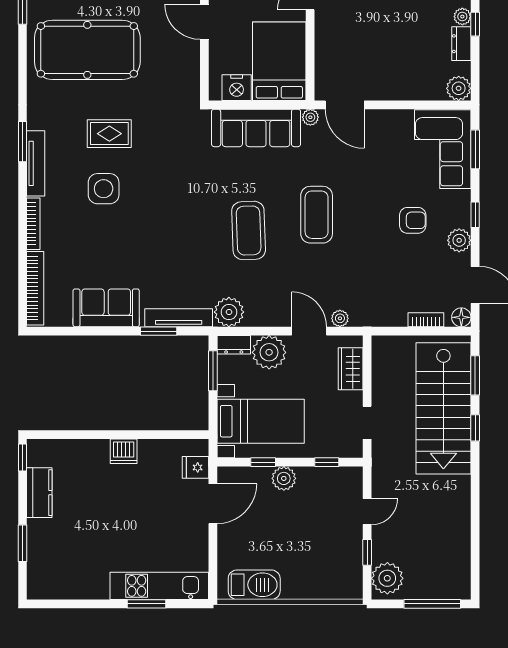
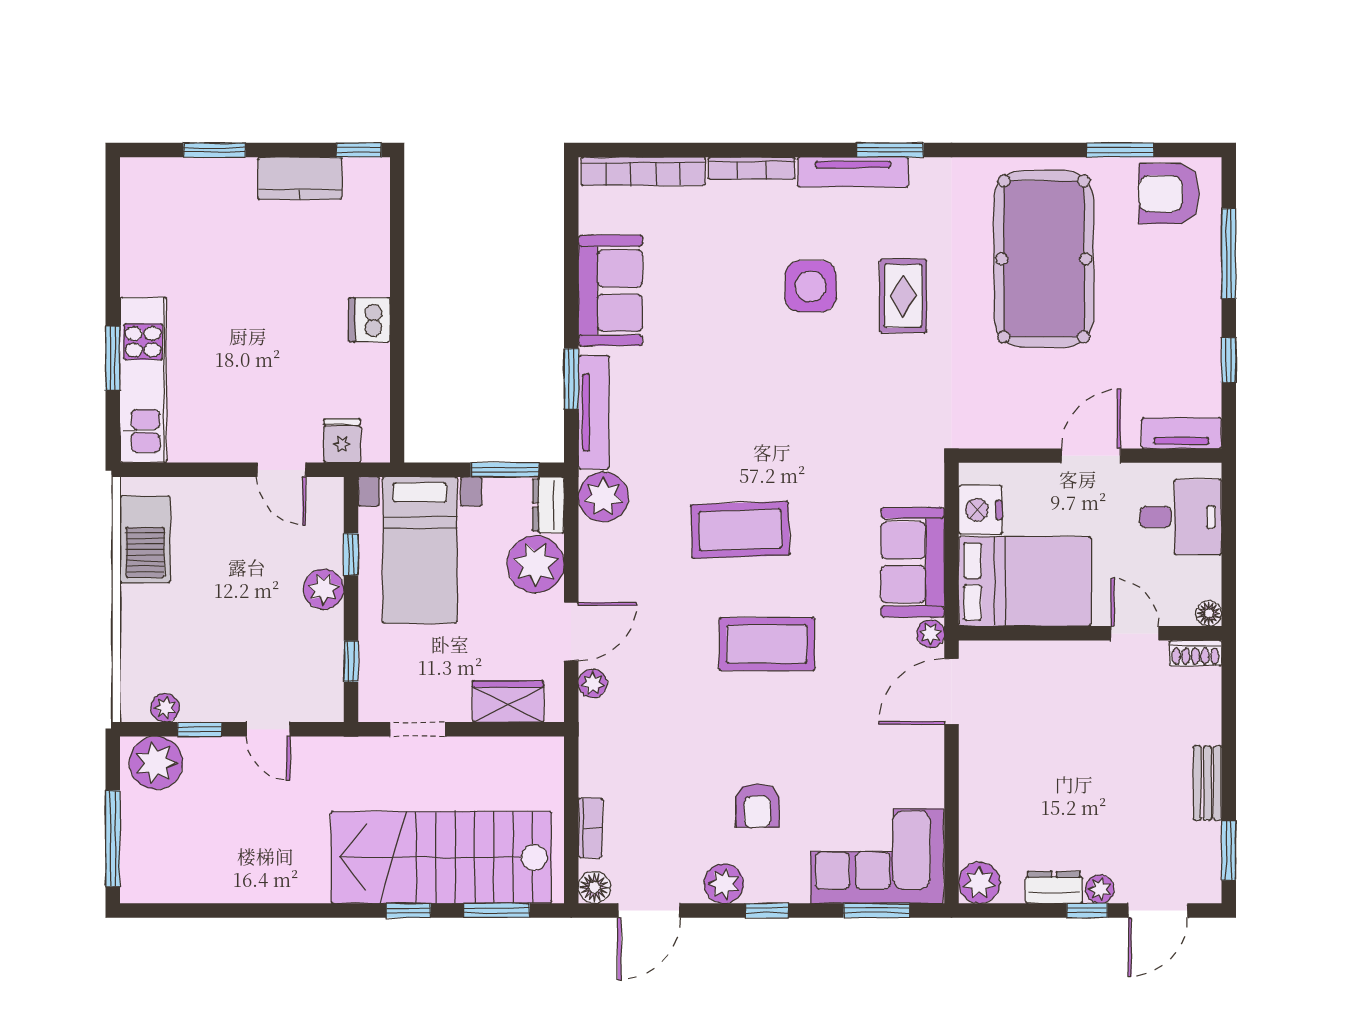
sofa: (256, 128) -> (913, 562), width x0.73
door: (213, 504) -> (281, 470), width x0.73
plant: (354, 573) -> (165, 708), added

